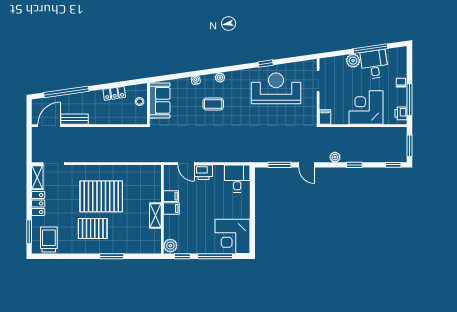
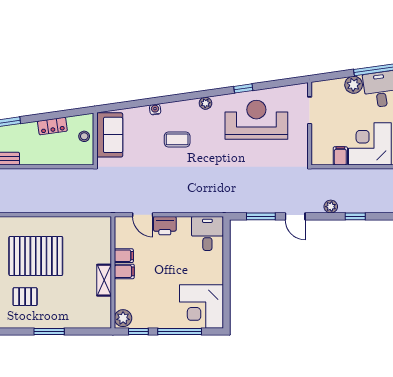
plant: (220, 78) -> (206, 103), moved
filing cabinet: (325, 117) -> (340, 156), moved
pallet: (93, 229) -> (25, 297), width x0.67, depth x0.71

